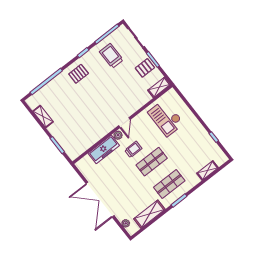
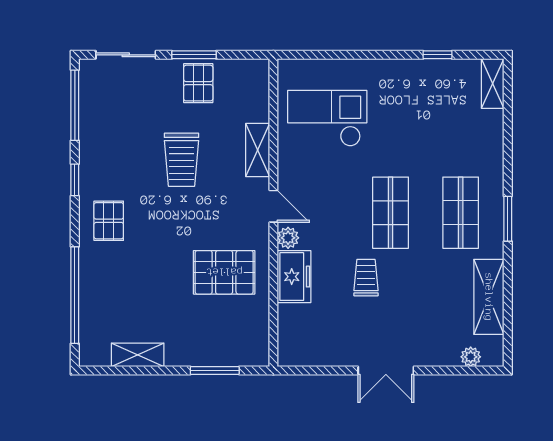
trolley: (111, 56) -> (181, 160), moved, turned -90
shelving: (159, 87) -> (258, 150), moved
checkout: (166, 118) -> (327, 118), turned 180
pallet: (91, 123) -> (224, 272), added
freezer: (104, 149) -> (294, 277), width x0.71
trolley: (133, 149) -> (366, 278), moved
shelving: (208, 170) -> (493, 84), moved
double door: (100, 200) -> (386, 371), width x0.54

